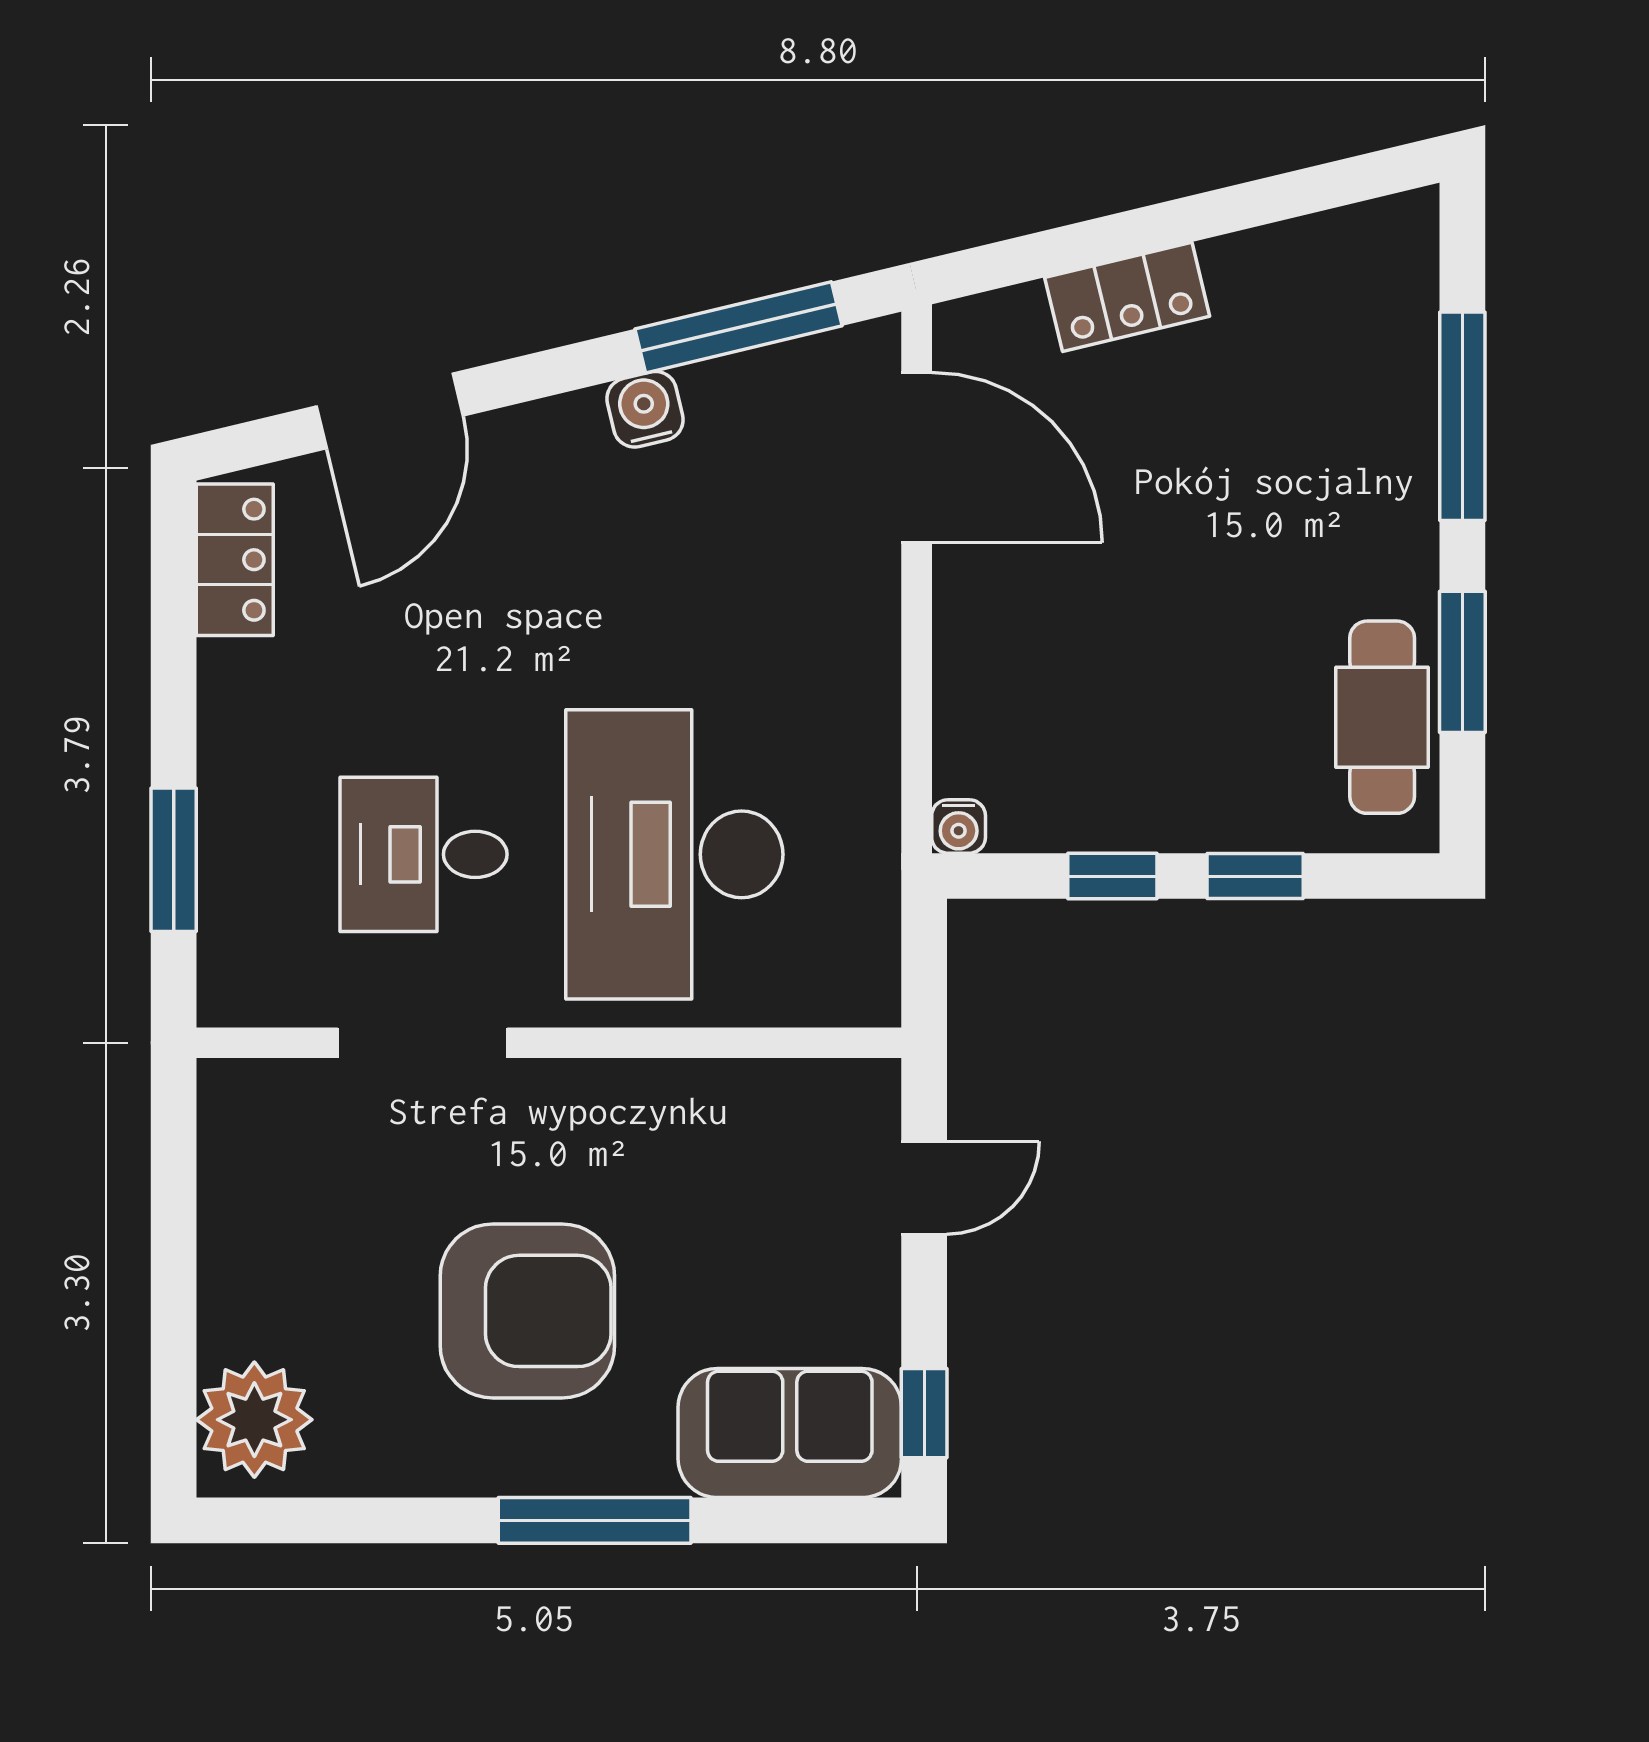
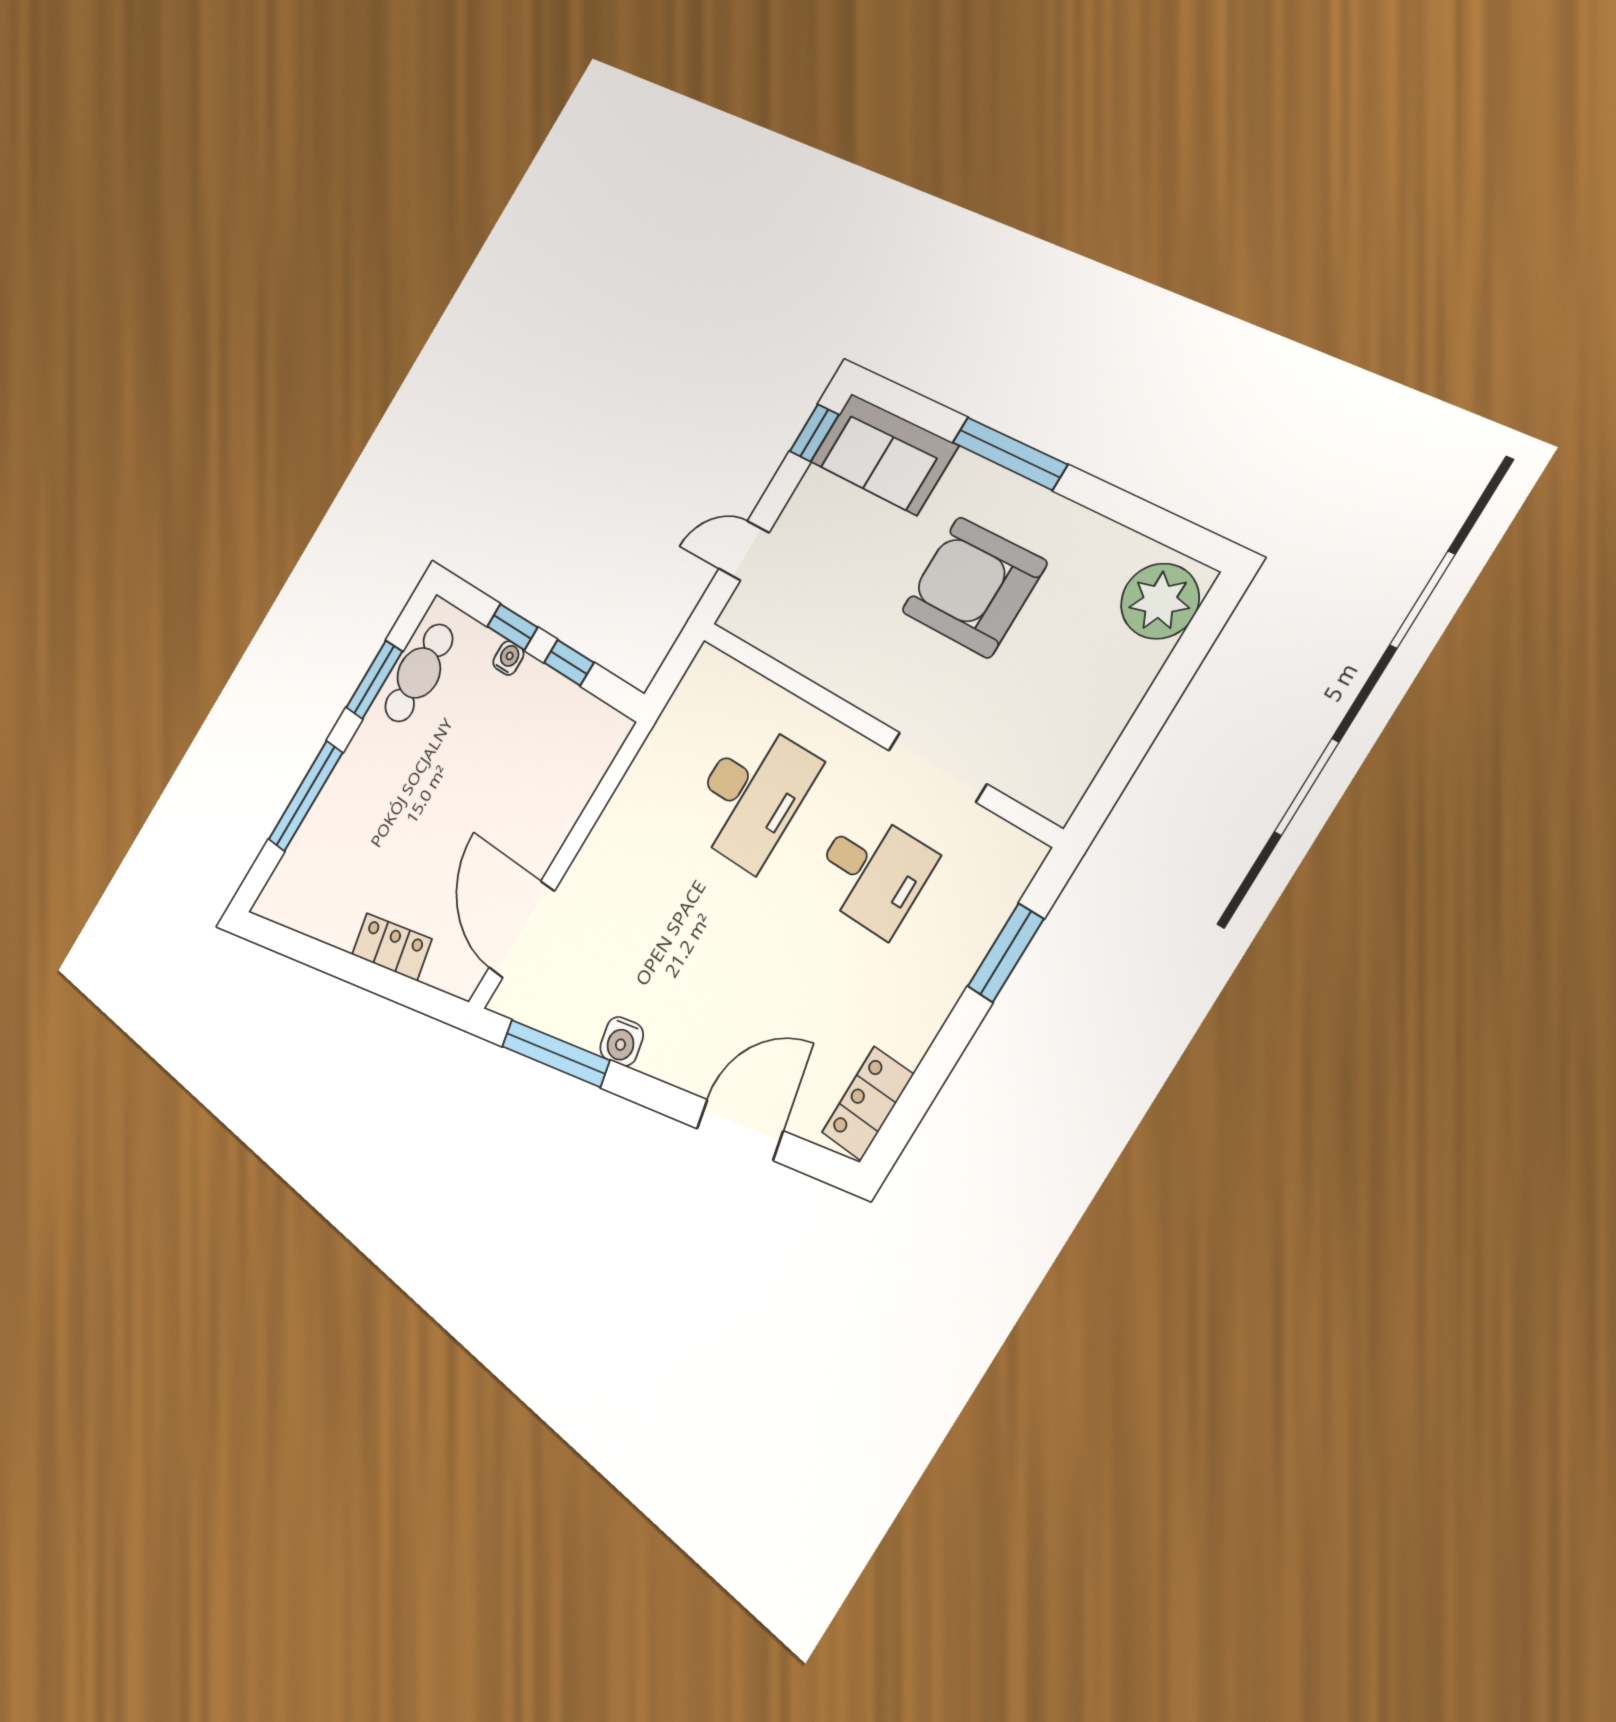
water cooler: (959, 826) -> (508, 658), moved
desk: (674, 854) -> (752, 795), width x0.73, depth x0.77

